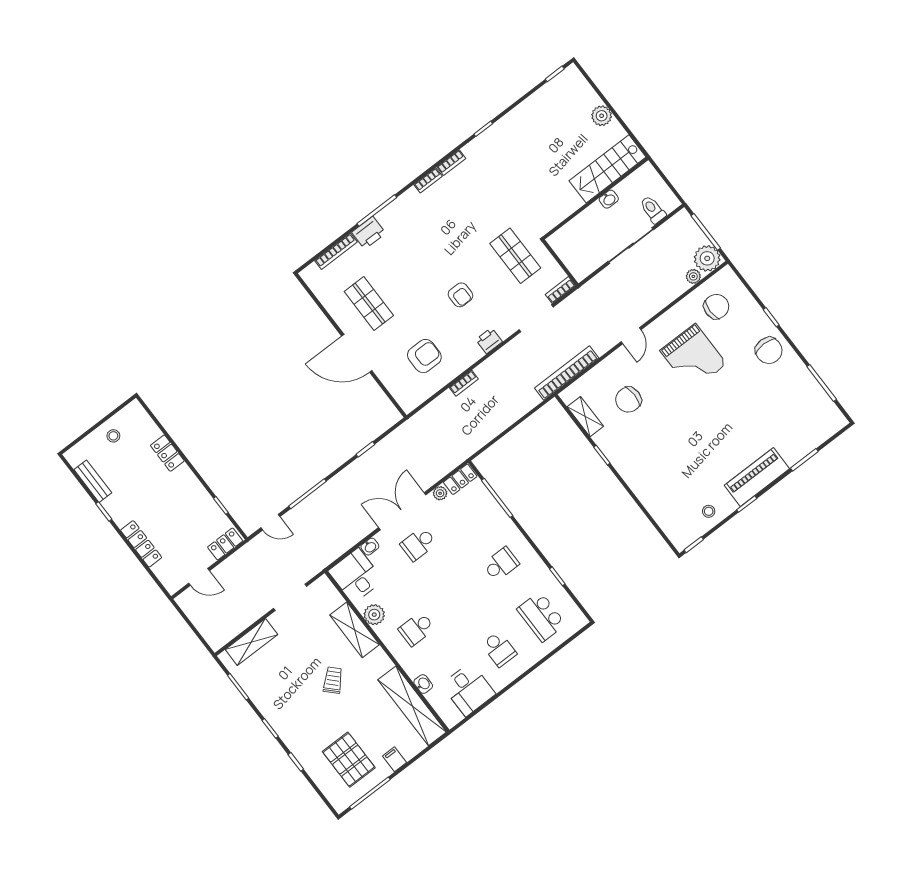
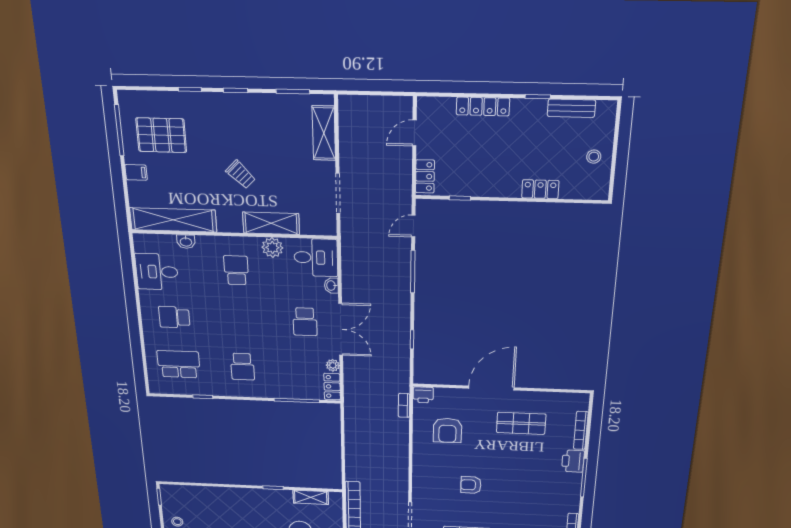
printer: (489, 341) -> (423, 395), moved, turned 90
bookcase: (464, 383) -> (404, 405), moved
school desk: (418, 544) -> (305, 322), turned 180

